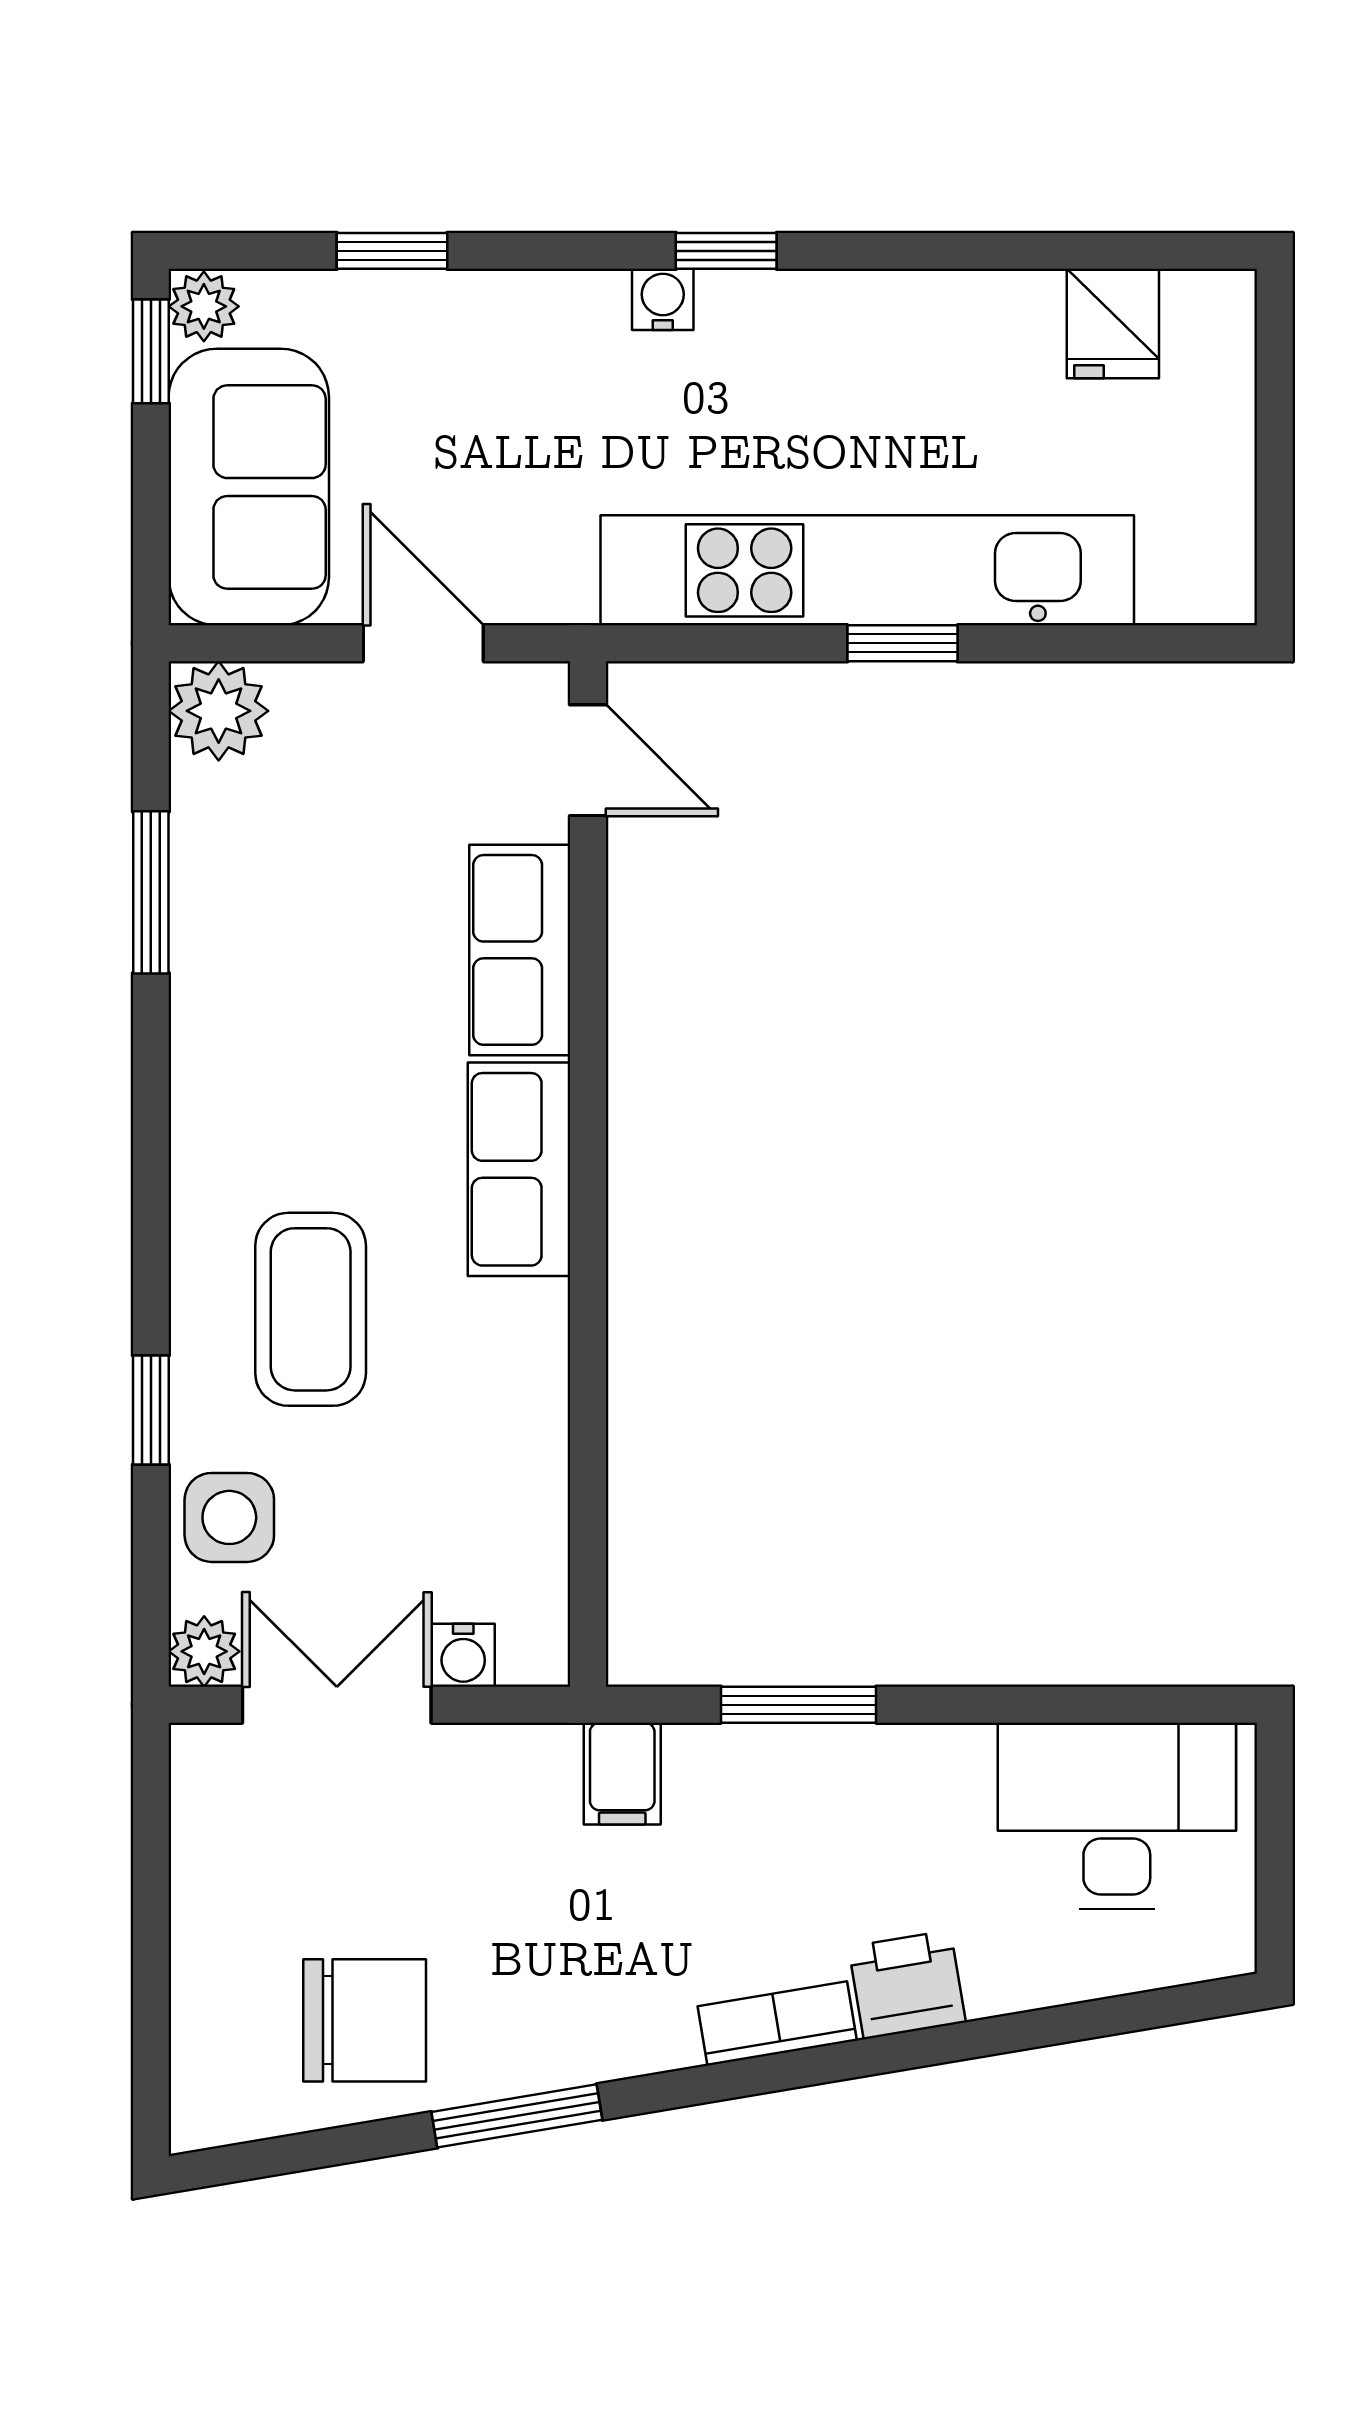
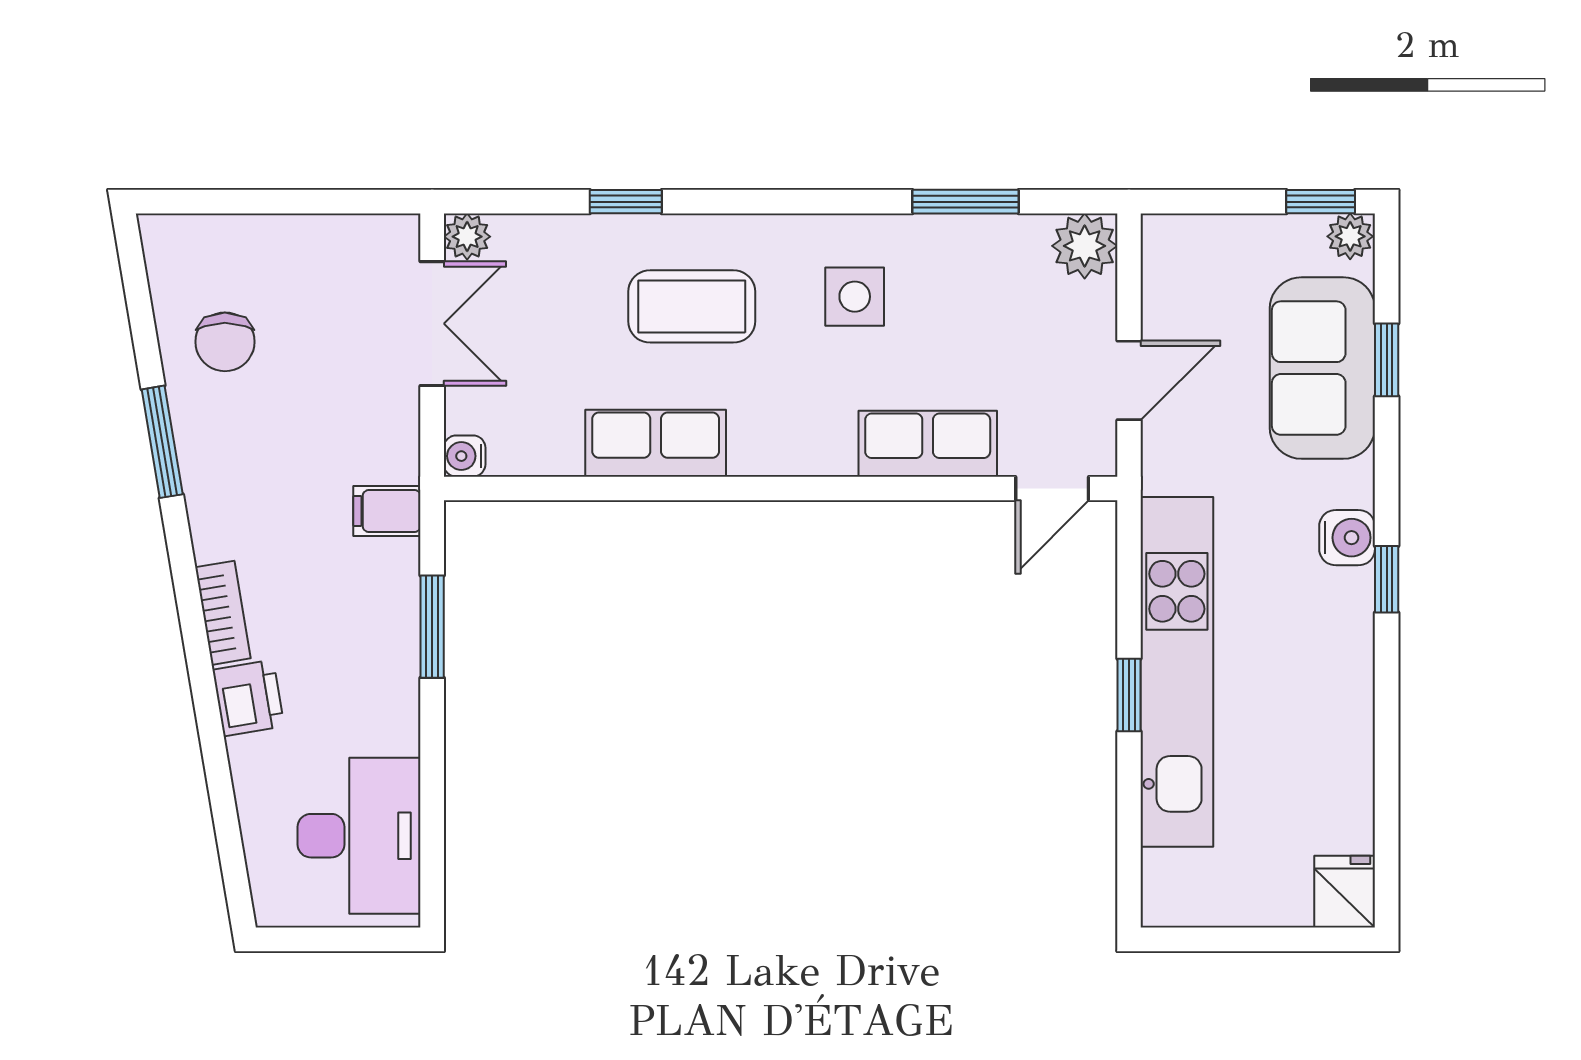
water cooler: (663, 299) -> (1347, 538), width x1.38, depth x1.38
fridge: (1113, 324) -> (1345, 892), moved, turned 90
sofa: (249, 487) -> (1322, 368), moved, turned 90
row of seats: (519, 1169) -> (656, 443), moved
side table: (229, 1517) -> (855, 297), moved
water cooler: (463, 1655) -> (465, 456), moved
chair: (365, 2020) -> (225, 342), width x0.73, depth x0.73

